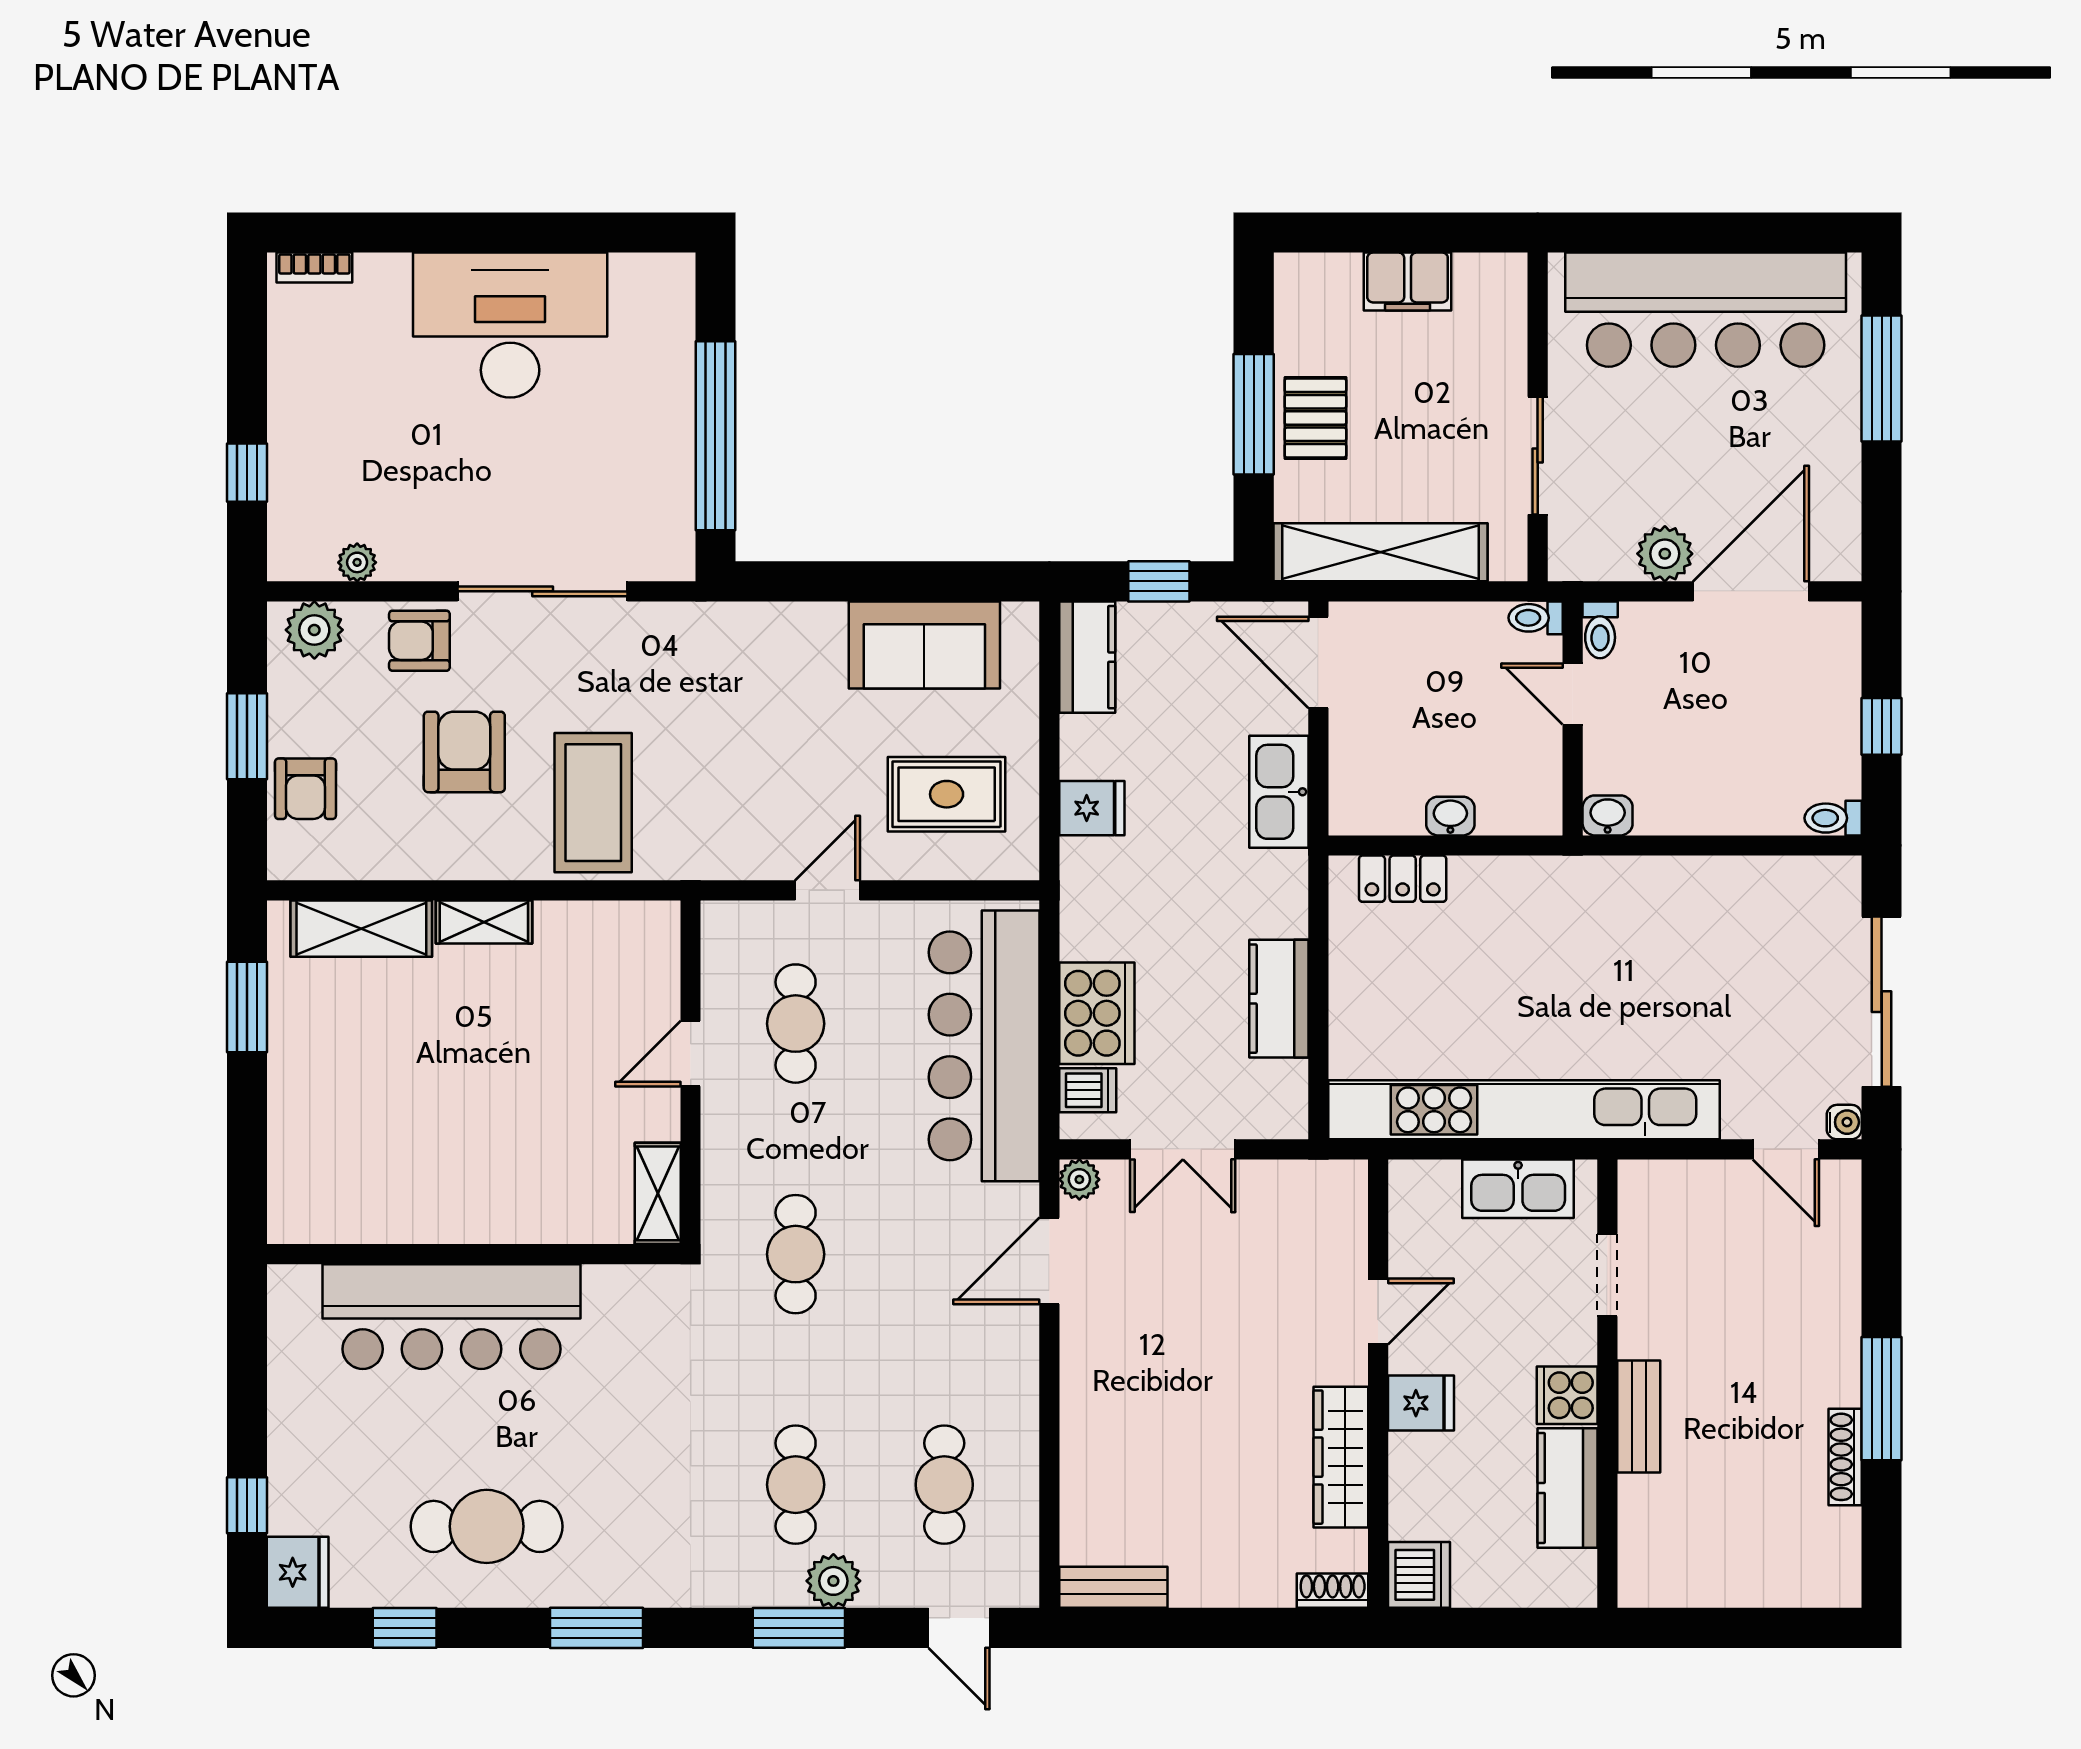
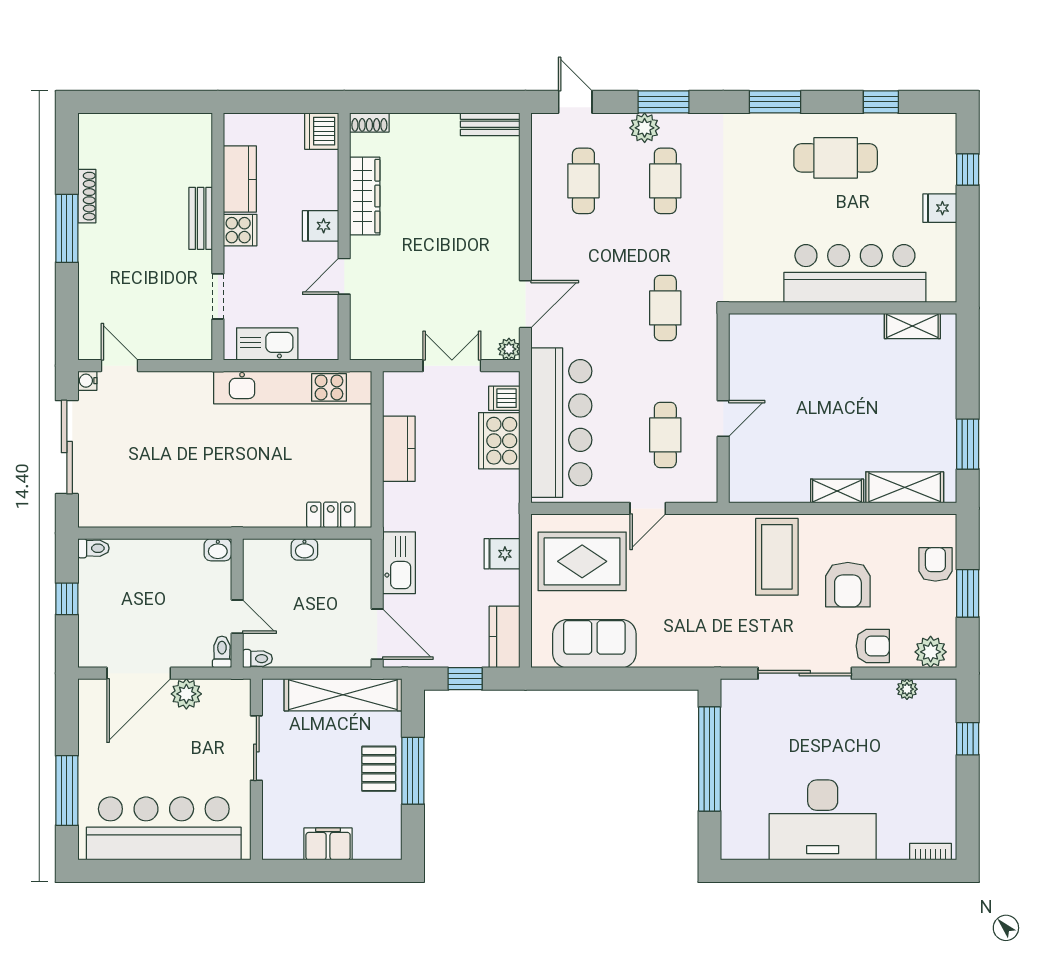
rug: (947, 794) -> (582, 561), width x1.36, depth x1.43
kitchen unit: (1524, 1110) -> (293, 387), width x0.73
shelving: (658, 1193) -> (912, 326), moved, turned 90
fridge: (298, 1572) -> (940, 208), moved, width x0.72

